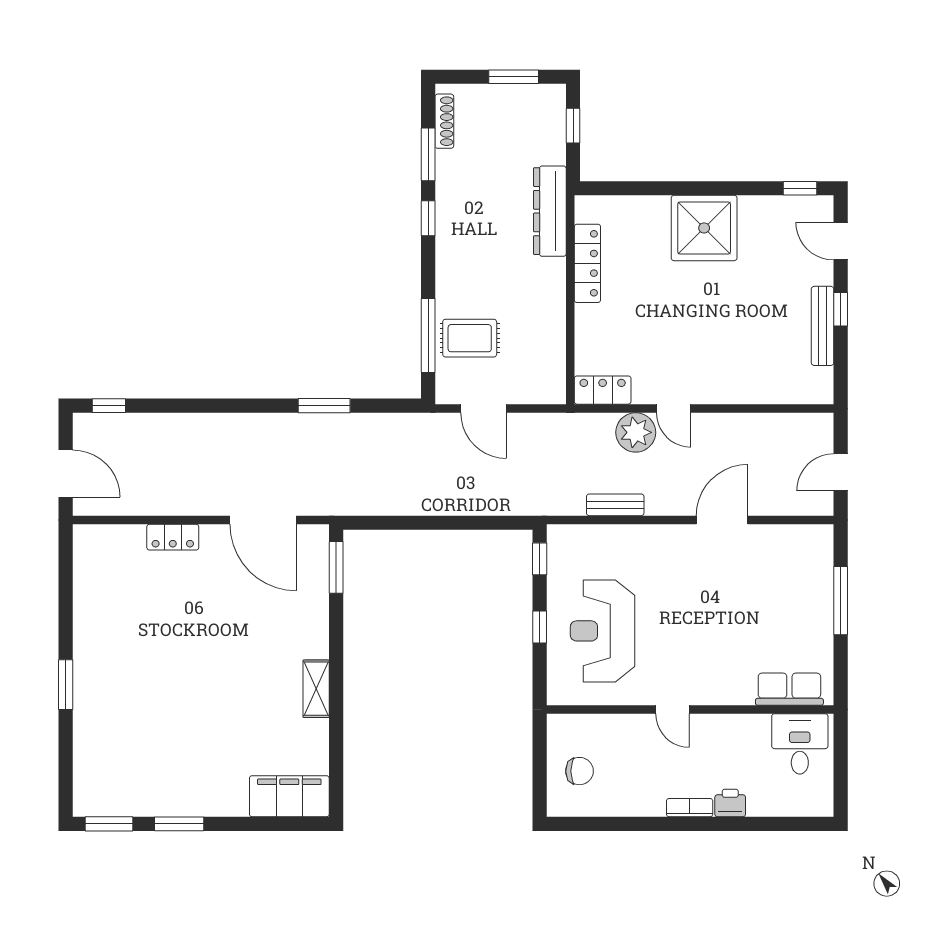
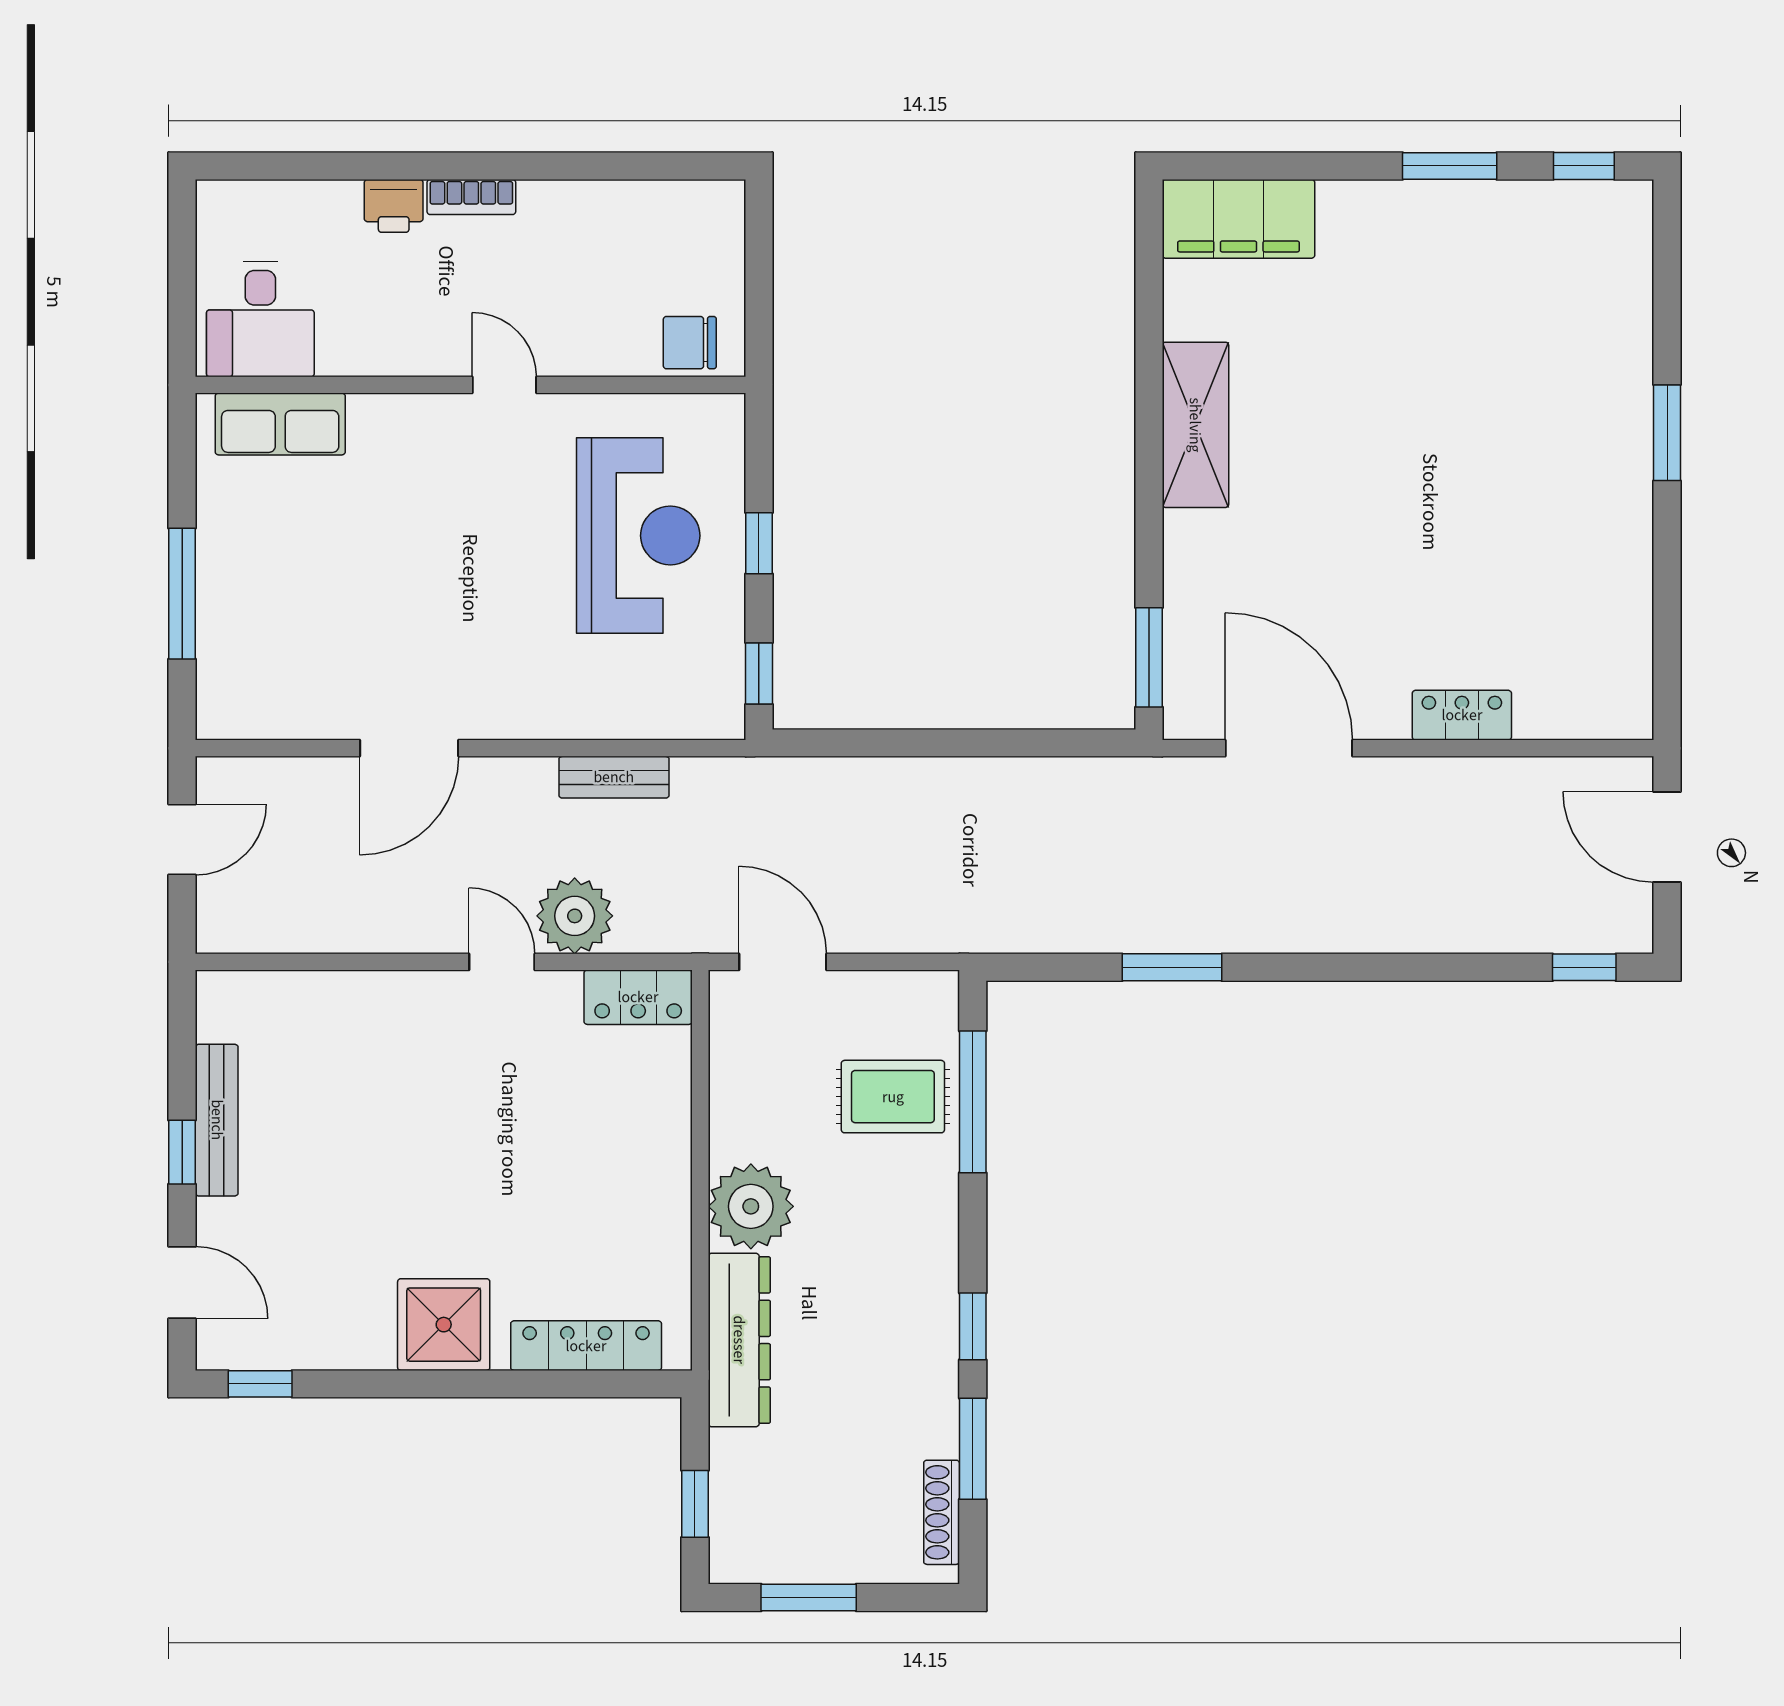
shower: (704, 228) -> (444, 1325), width x0.73, depth x0.73
locker: (587, 263) -> (586, 1346), moved, turned 90
plant: (544, 281) -> (751, 1206), added
door: (484, 408) -> (783, 962), moved
shelving: (316, 689) -> (1195, 425), width x1.50, depth x1.33
chair: (579, 771) -> (690, 343), moved
window: (109, 824) -> (1584, 166), width x0.67

